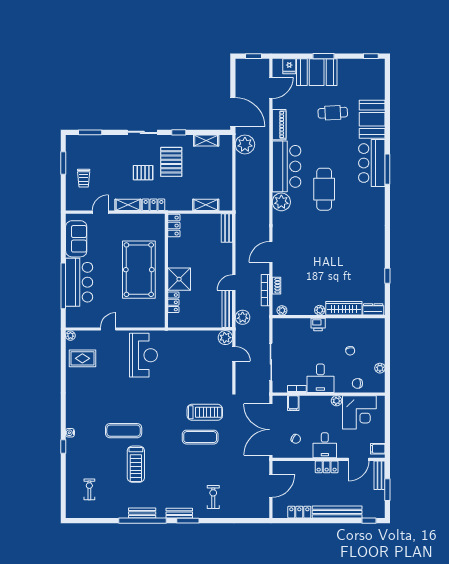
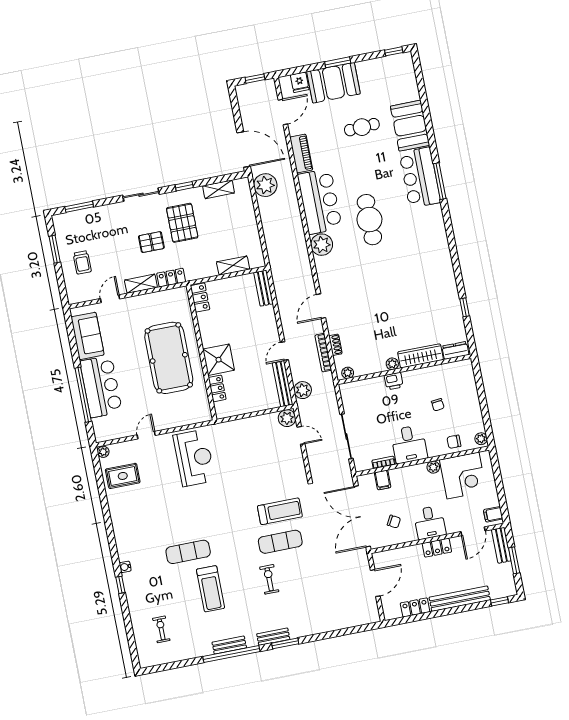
plant: (380, 368) -> (481, 439), moved
exercise bike: (213, 497) -> (269, 579), moved

